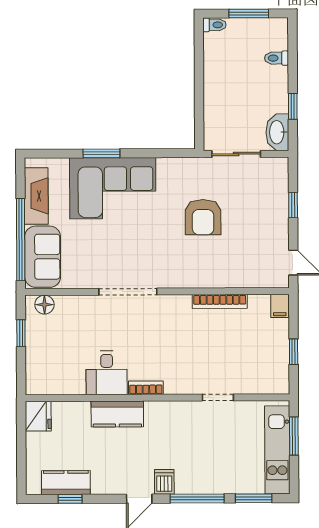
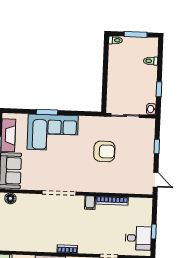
washbasin: (277, 132) -> (151, 109), width x0.52, depth x0.69
armchair: (203, 217) -> (104, 151), turned -90
filing cabinet: (280, 306) -> (90, 203), moved
desk: (107, 373) -> (138, 238), moved, turned -90

